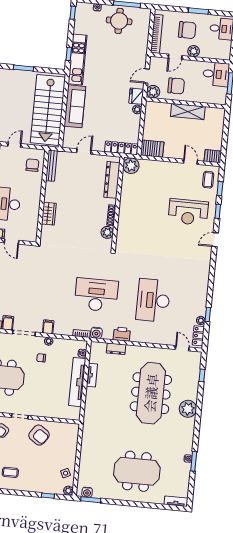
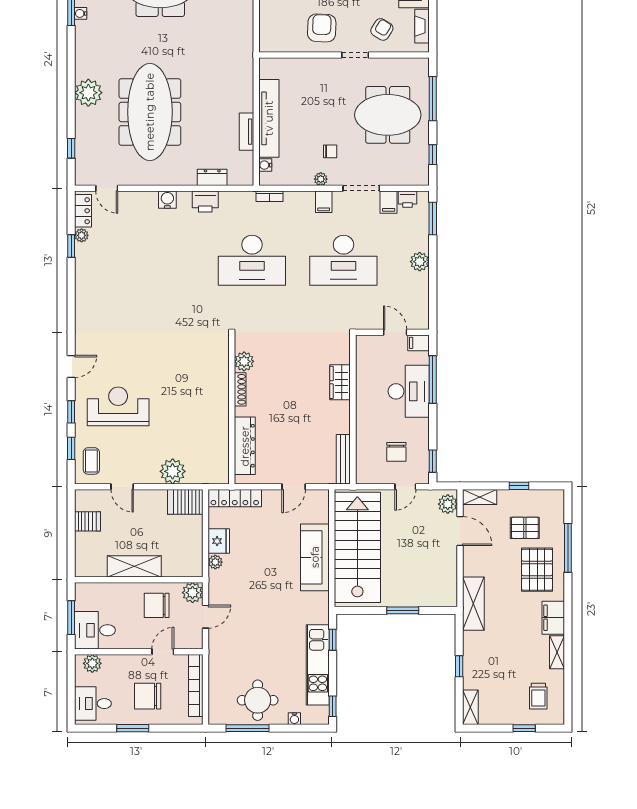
plant: (194, 51) -> (92, 663), moved
kitchen unit: (78, 59) -> (318, 665), moved
fridge: (136, 96) -> (219, 541), moved
server rack: (213, 156) -> (88, 521), moved
chair: (32, 165) -> (396, 452), moved
plant: (131, 166) -> (173, 471), moved
desk: (153, 300) -> (343, 260), moved, turned 90
water cooler: (96, 333) -> (167, 200), moved
armchair: (39, 435) -> (322, 28), turned 57

